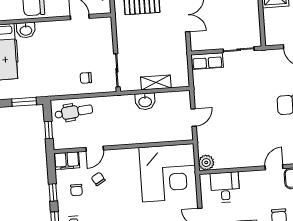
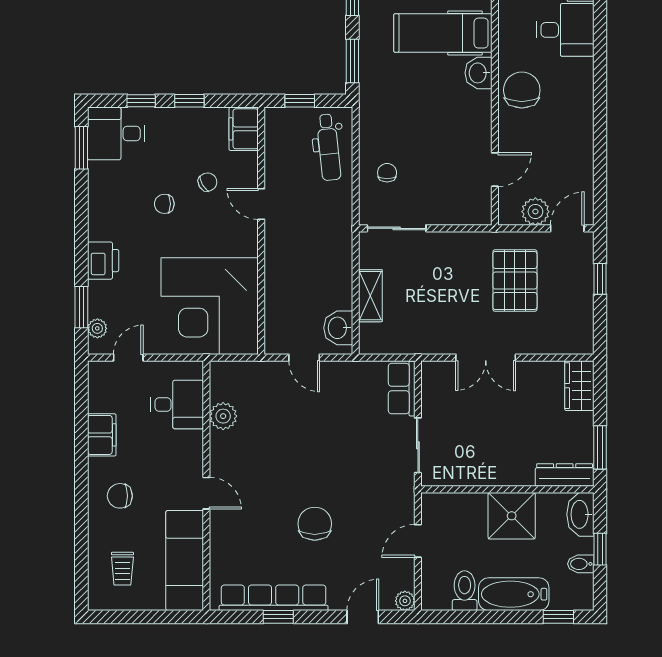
washbasin: (145, 101) -> (338, 328), moved
door: (95, 149) -> (261, 204), moved
plant: (206, 163) -> (223, 416), moved
chair: (76, 190) -> (164, 204), moved

